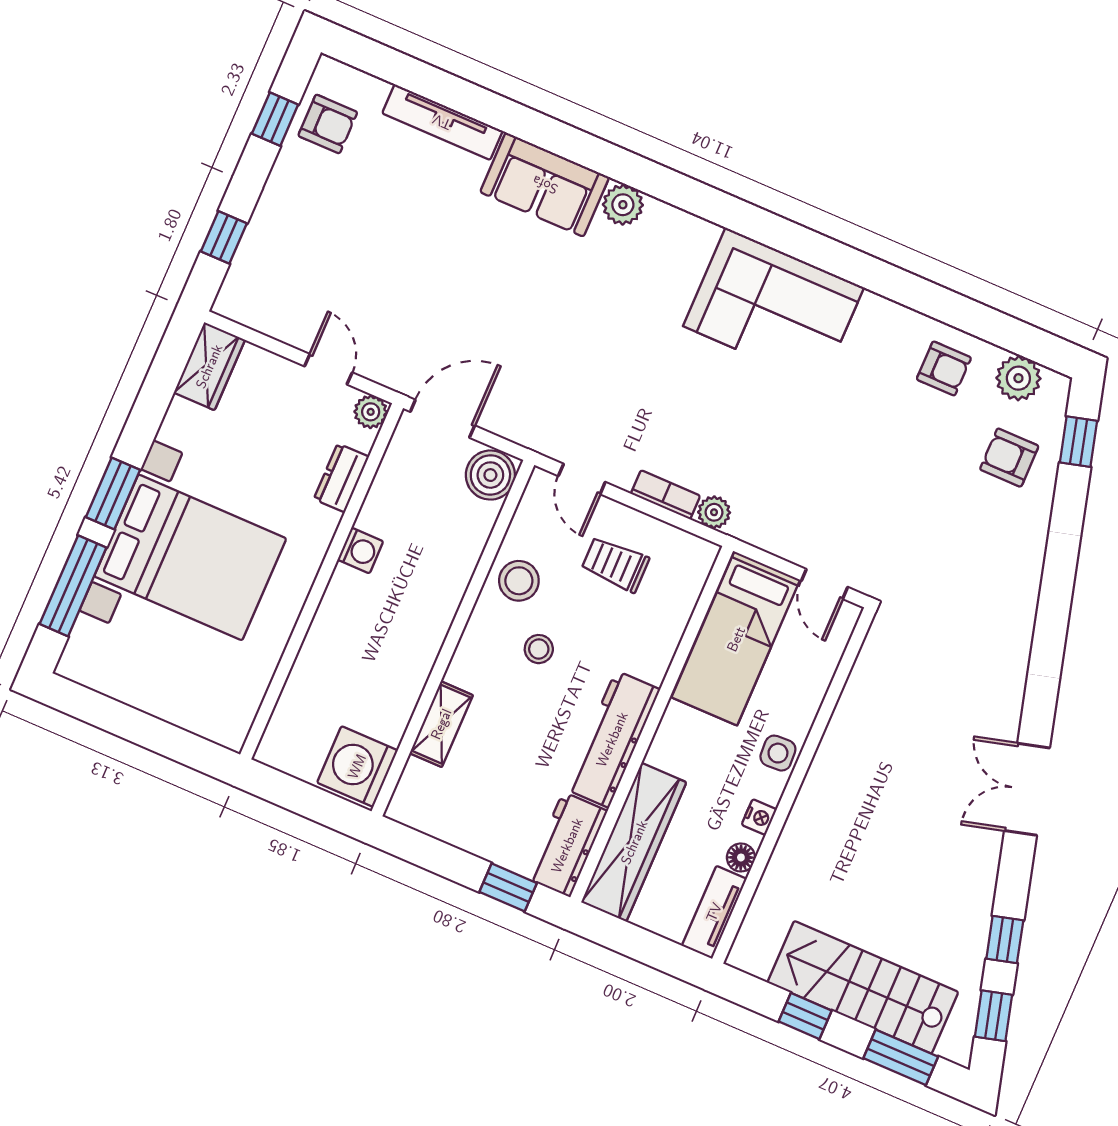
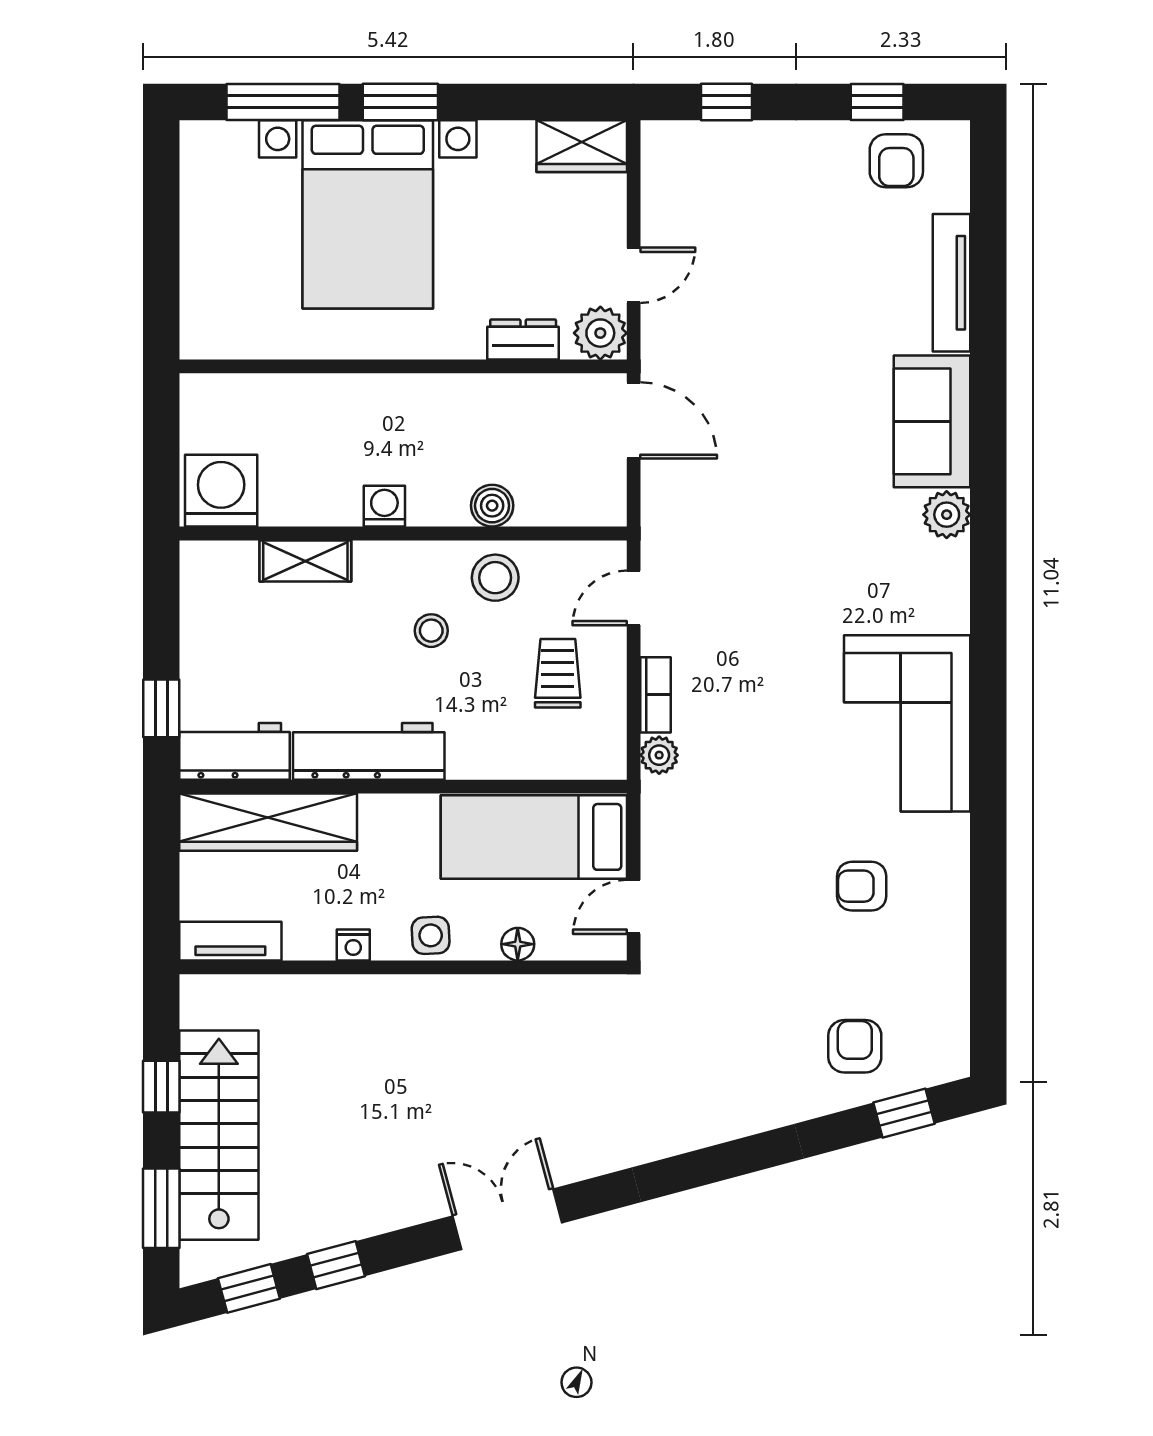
armchair: (944, 368) -> (862, 886), moved, turned 90
plant: (1018, 378) -> (944, 1019), removed
plant: (371, 412) -> (600, 333), width x1.38, depth x1.38
boiler: (490, 475) -> (492, 506), moved, width x0.73, depth x0.73
washing machine: (360, 551) -> (384, 506), moved, turned 180
floor lamp: (741, 857) -> (518, 944), moved

